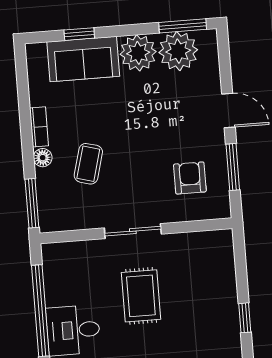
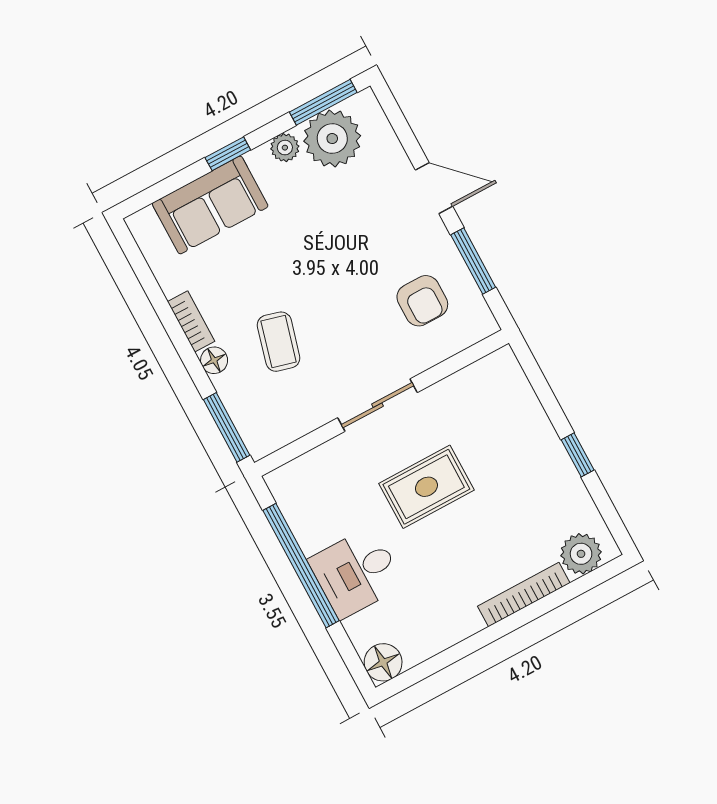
window: (79, 34) -> (228, 154), moved
plant: (138, 53) -> (285, 148), width x0.53, depth x0.53
armchair: (190, 178) -> (422, 301), turned 180
rug: (141, 296) -> (426, 487), turned 90

